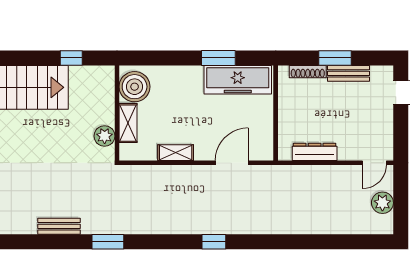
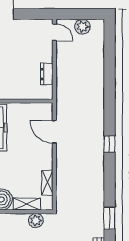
dresser: (315, 152) -> (47, 74), width x0.70
shelving: (176, 153) -> (47, 183), moved

